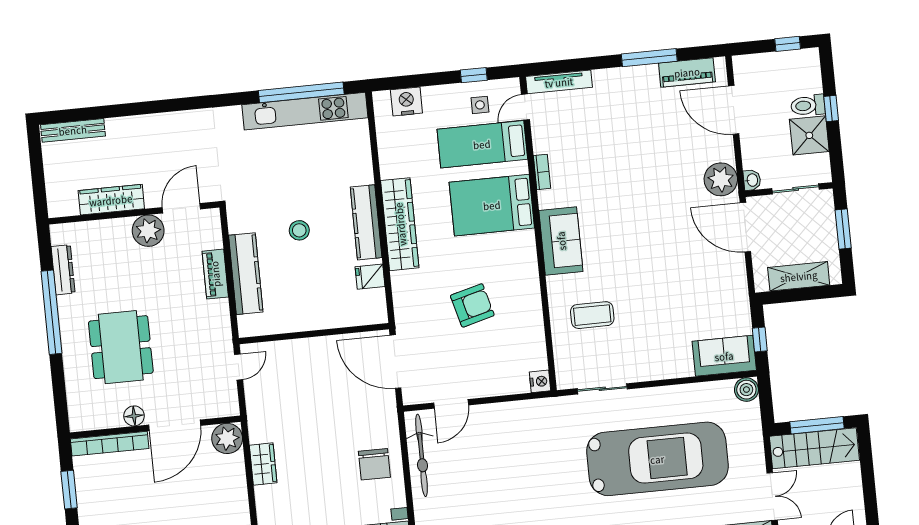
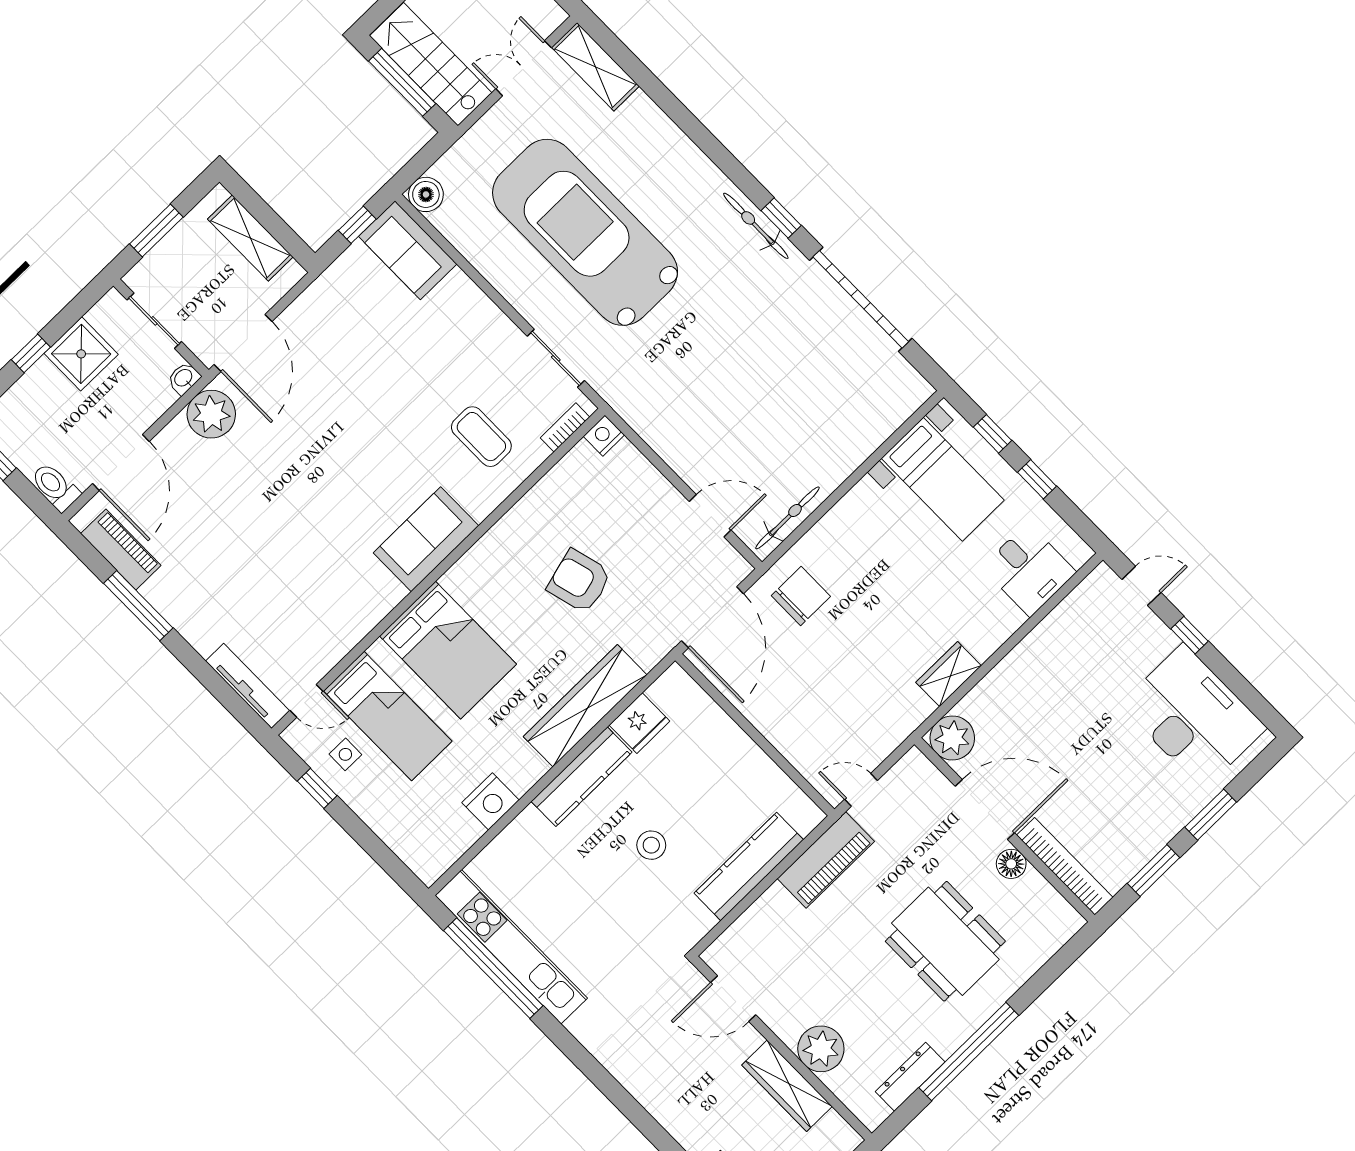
nightstand: (406, 101) -> (491, 801), moved, turned -90
toilet: (808, 105) -> (55, 487), moved, turned 180
bookcase: (542, 172) -> (565, 427), moved
wardrobe: (400, 224) -> (585, 706), moved
plant: (148, 231) -> (821, 1049), moved
piano: (215, 274) -> (826, 860), moved, width x1.37, depth x1.33
fridge: (370, 277) -> (639, 723), width x1.38
dining table: (121, 347) -> (945, 941), turned 90
bicycle: (422, 455) -> (787, 518), width x0.73, depth x0.71
chair: (374, 464) -> (801, 596), moved

